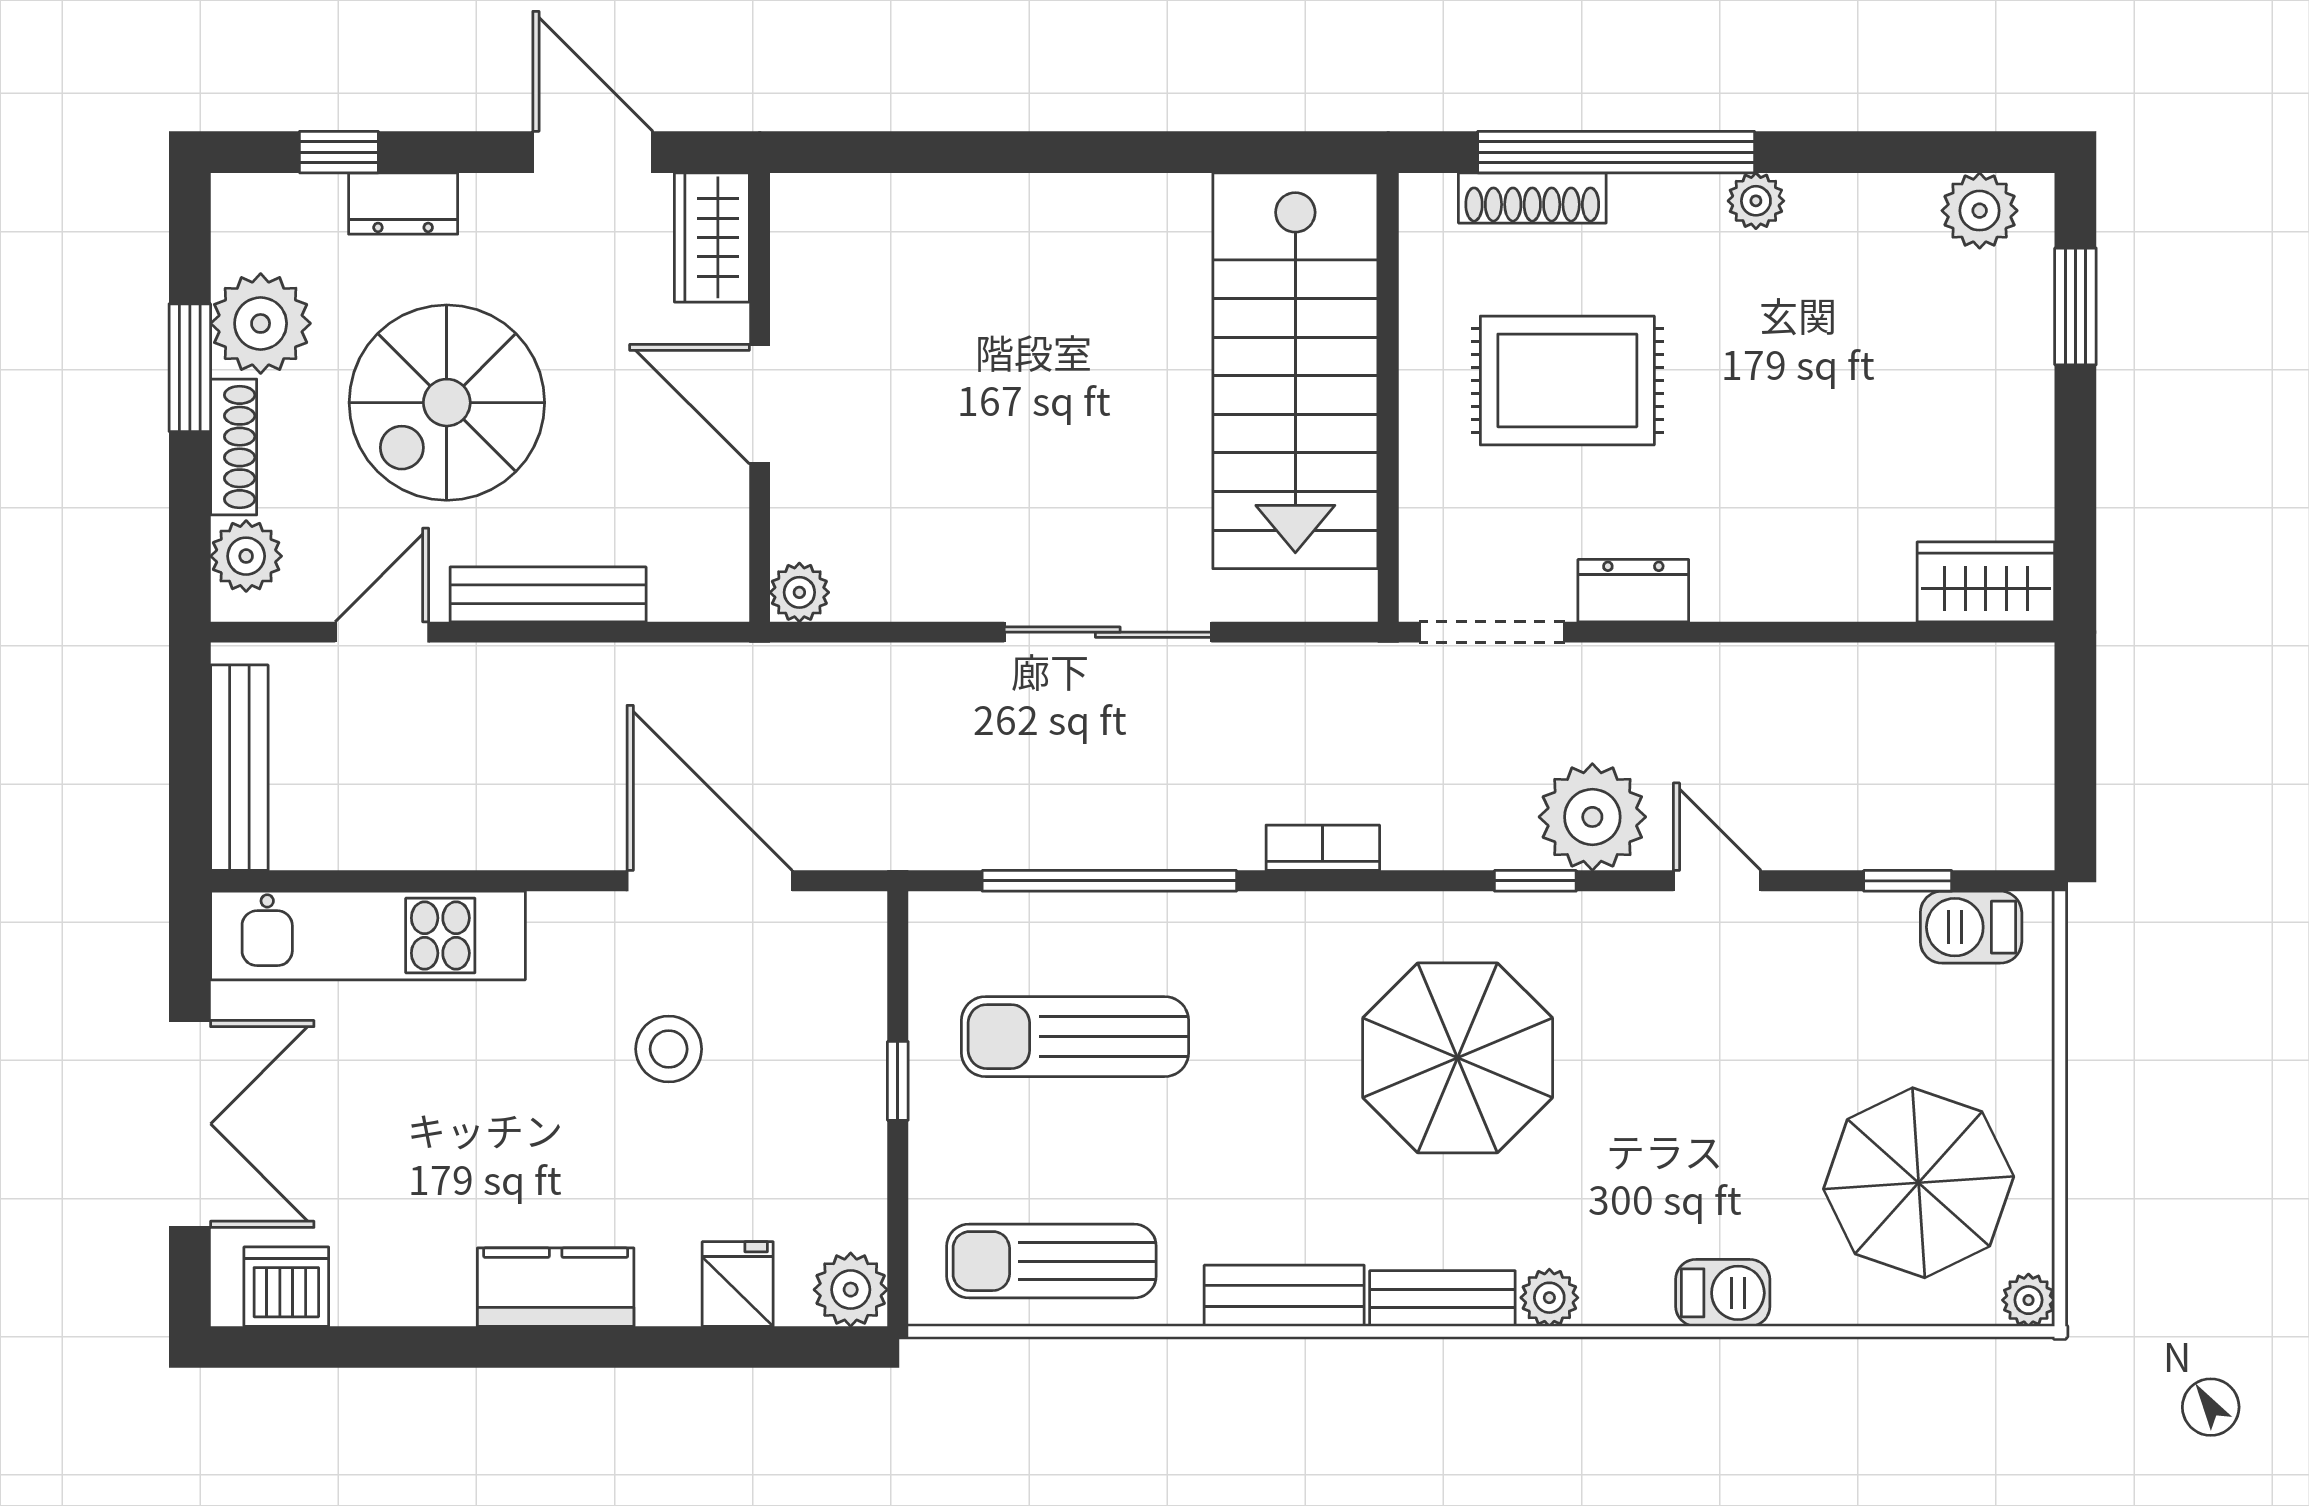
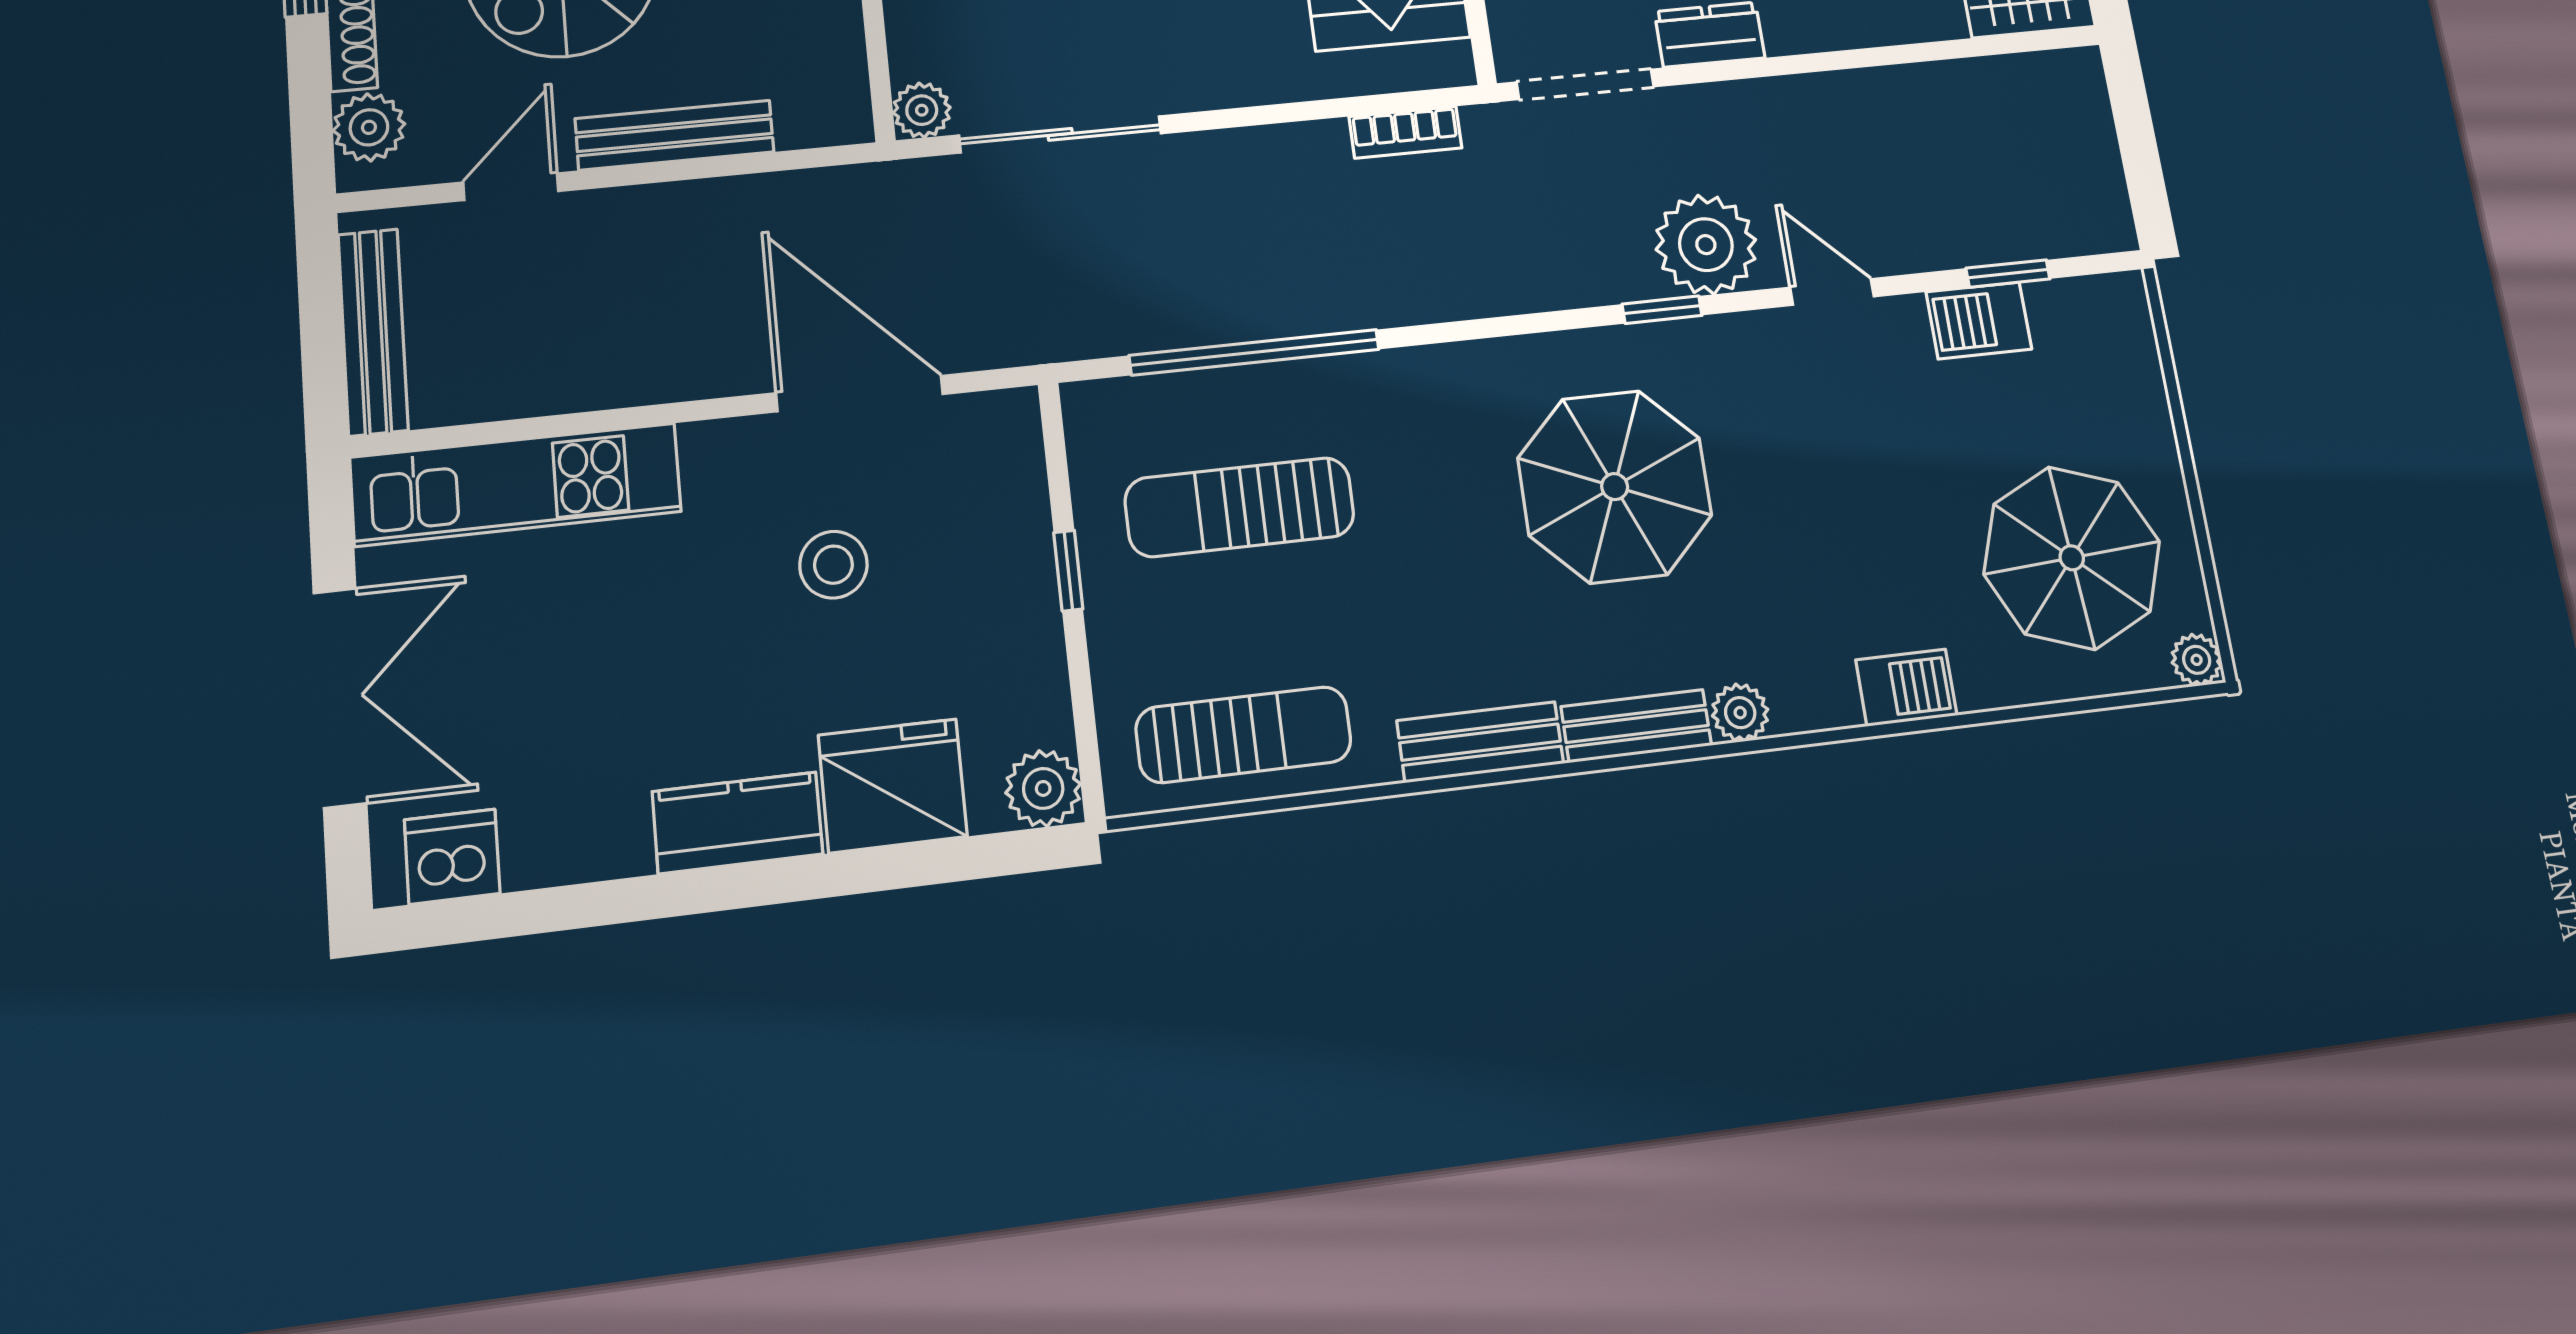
sliding door: (1108, 632) -> (1060, 134), moved
bookcase: (1323, 848) -> (1405, 132), moved, turned 180
barbecue: (1971, 927) -> (1979, 320), moved
sun lounger: (1051, 1261) -> (1244, 735), turned 180
fridge: (738, 1284) -> (893, 786), width x1.88, depth x1.34

